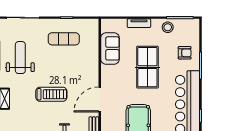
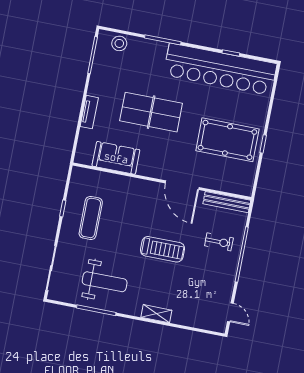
stool: (168, 27) -> (119, 43), moved
armchair: (185, 53) -> (141, 58), removed
weight bench: (20, 58) -> (105, 282), turned 180
treadmill: (51, 94) -> (162, 249), turned 90

